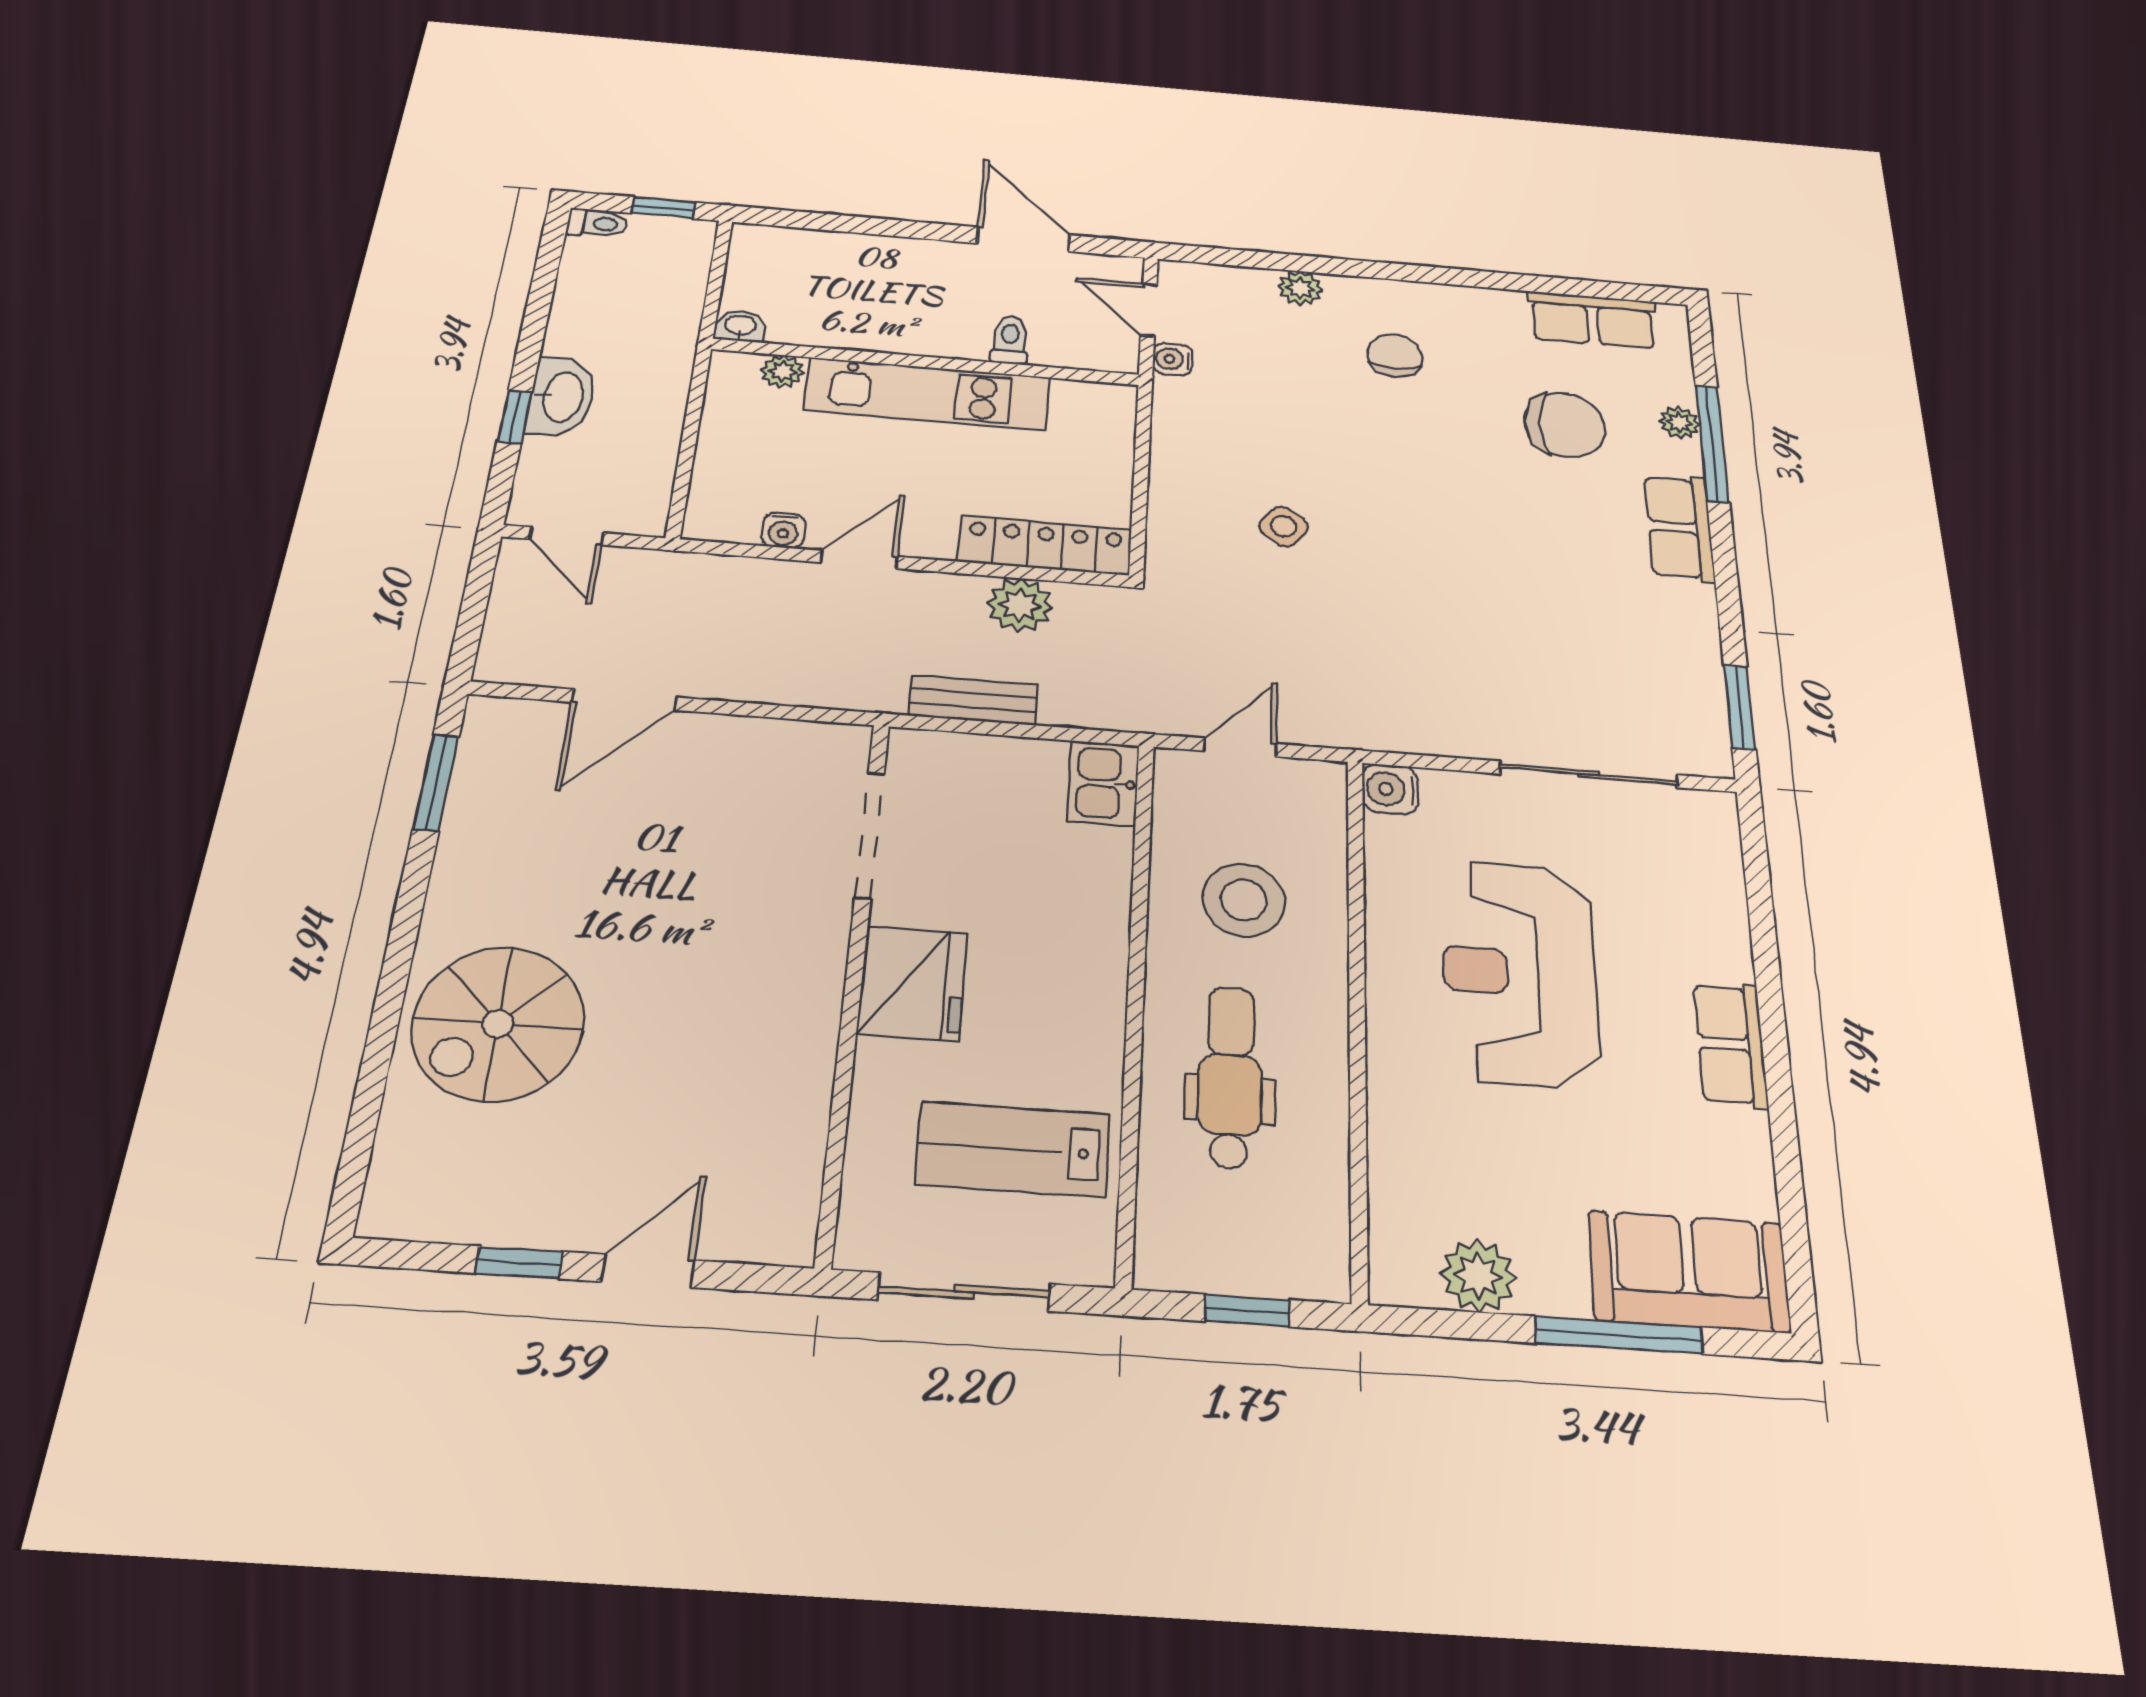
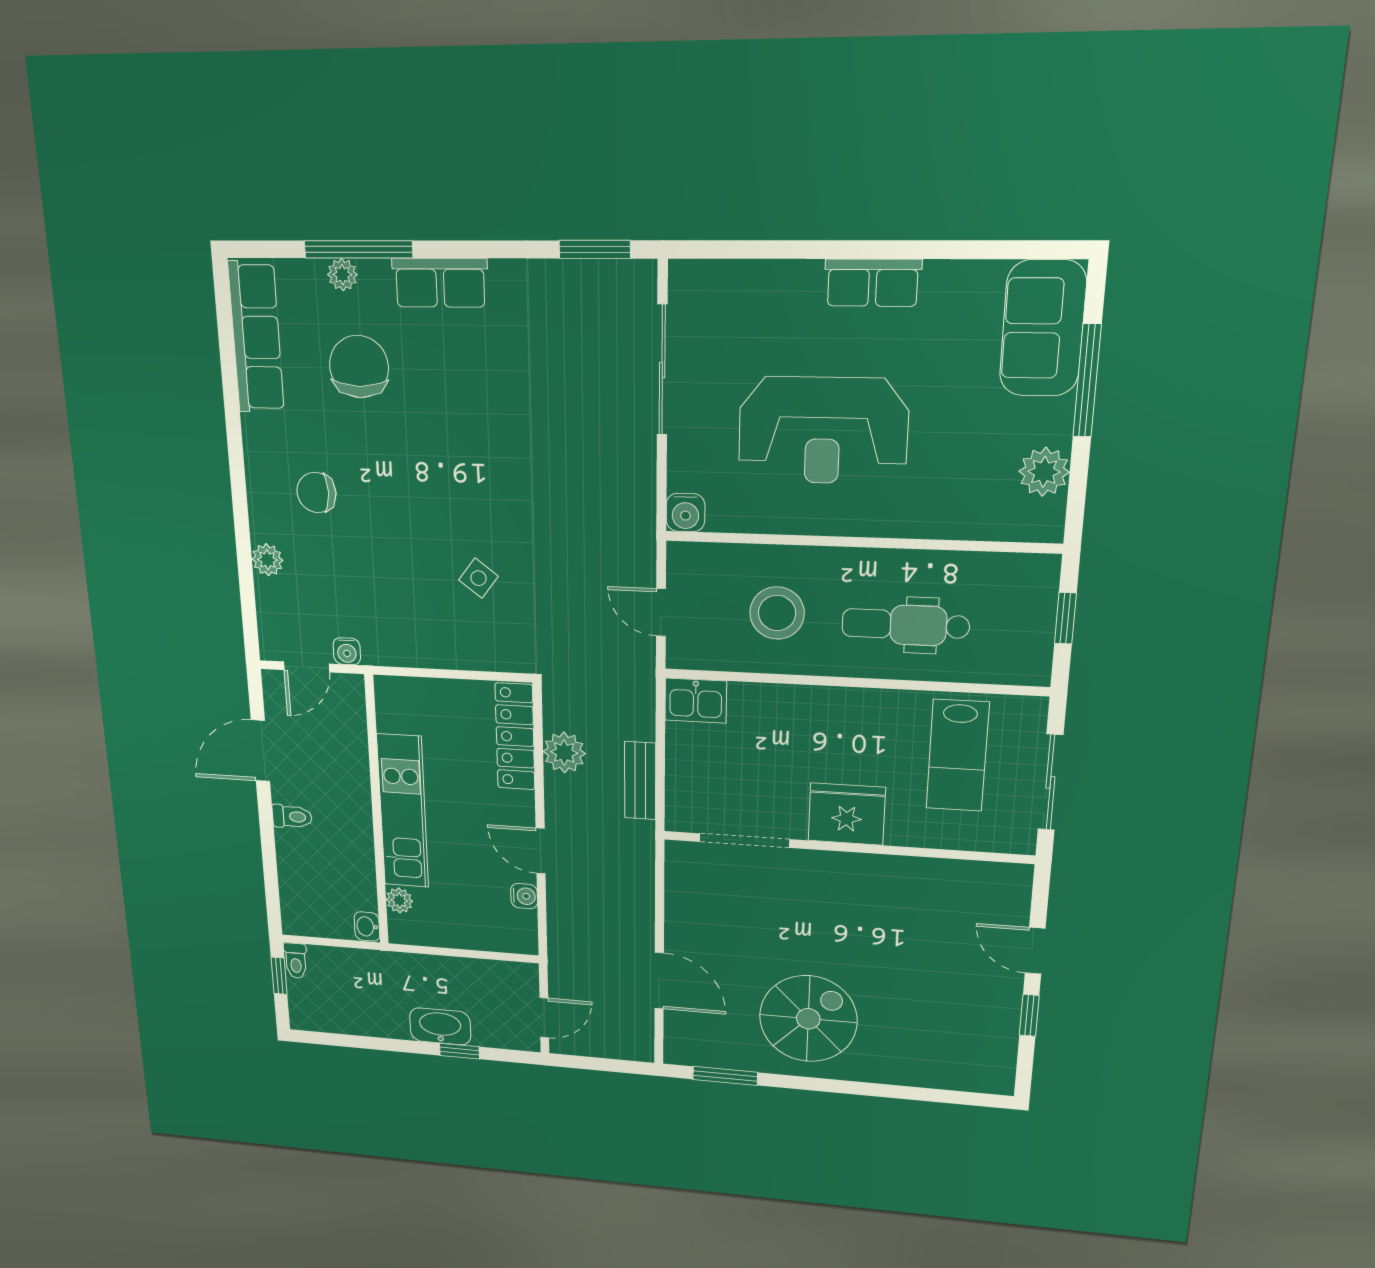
toilet: (597, 224) -> (296, 961), moved, turned 180
row of seats: (1593, 320) -> (256, 337), width x1.48
toilet: (1010, 340) -> (292, 817), moved, turned 180
spiral stairs: (498, 1024) -> (808, 1019), moved, turned -90

